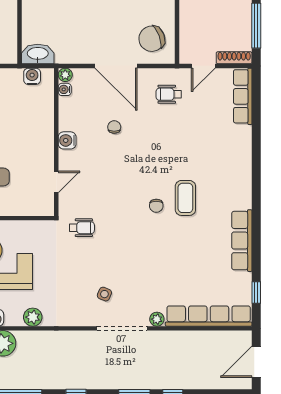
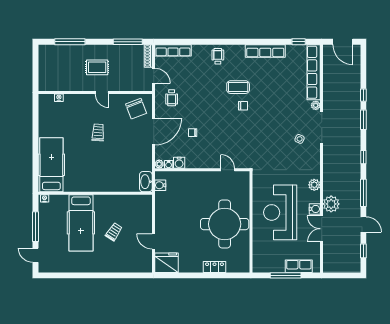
water cooler: (67, 140) -> (179, 163), moved
wheelchair: (82, 228) -> (218, 56), moved

